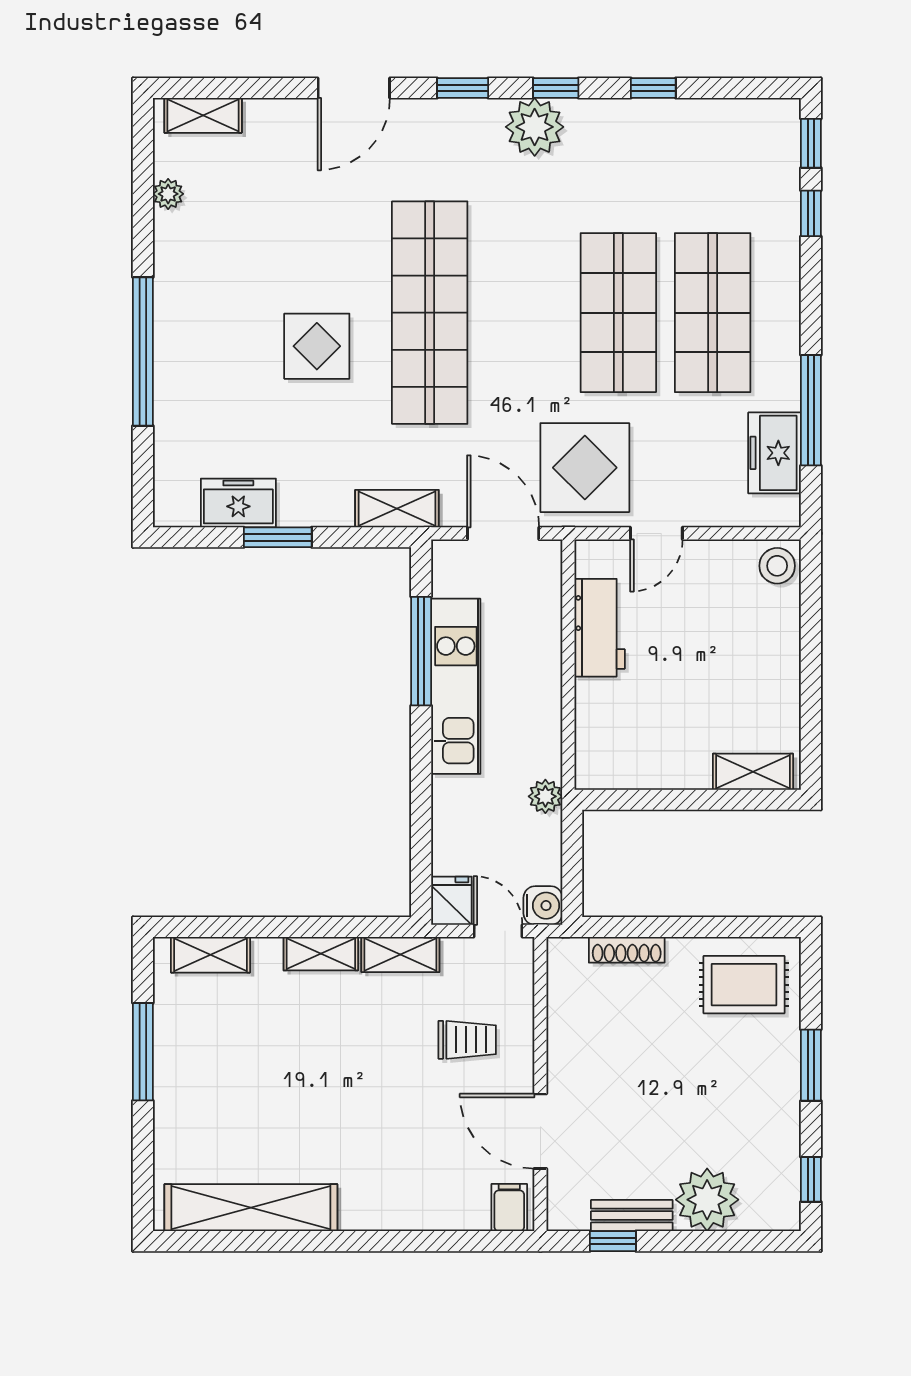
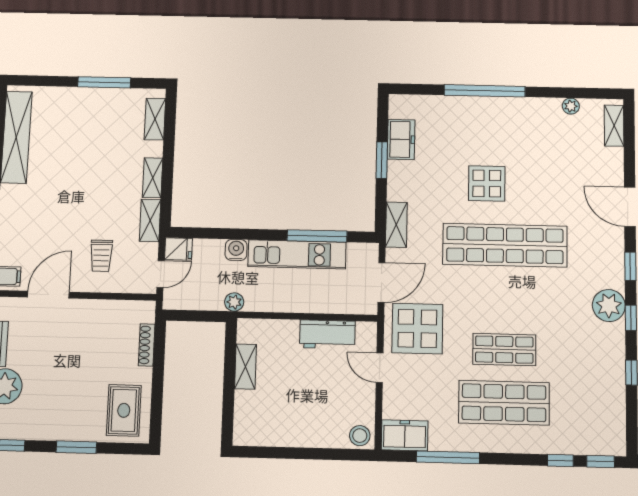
shop shelf: (618, 313) -> (504, 350), width x0.70, depth x0.74
freezer: (775, 453) -> (405, 435), moved
shelving: (753, 772) -> (245, 367), moved
water cooler: (543, 906) -> (236, 250), moved, turned 180

